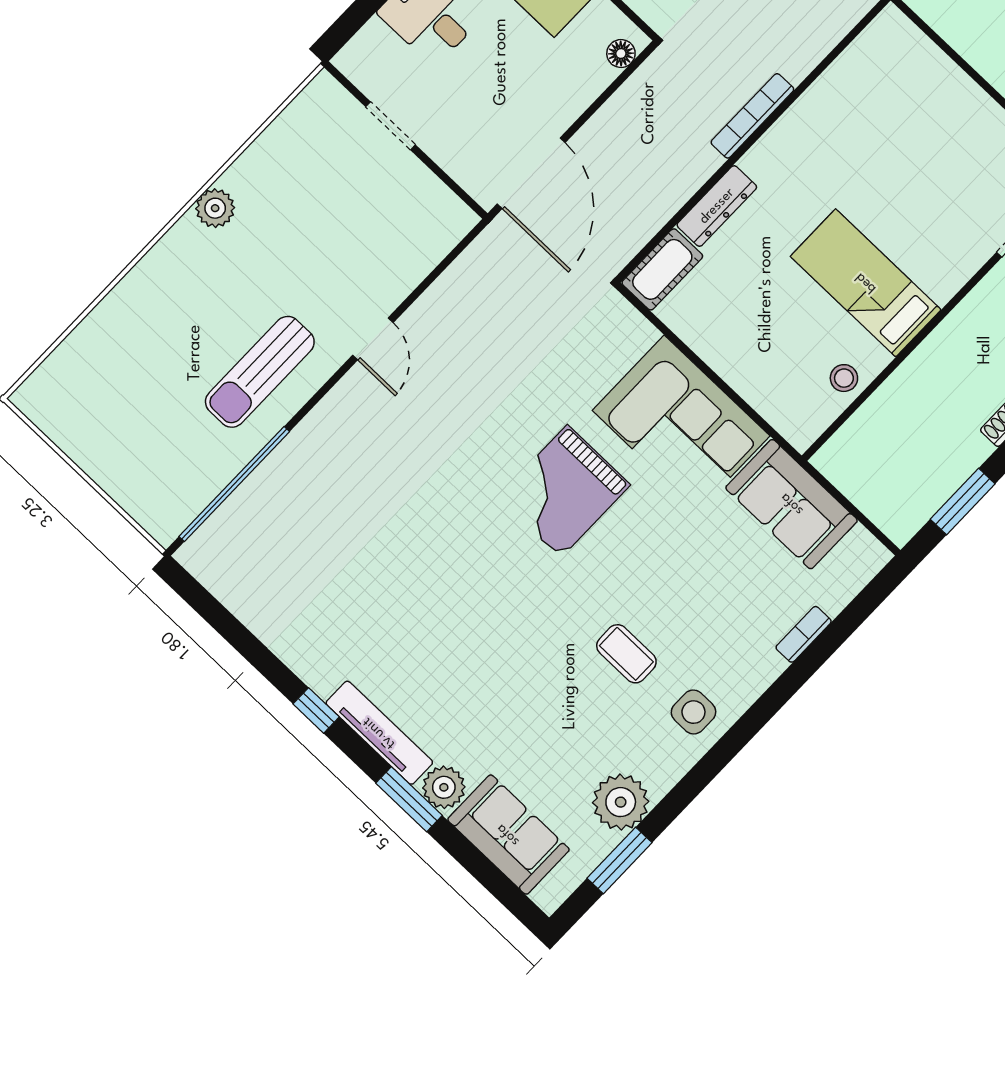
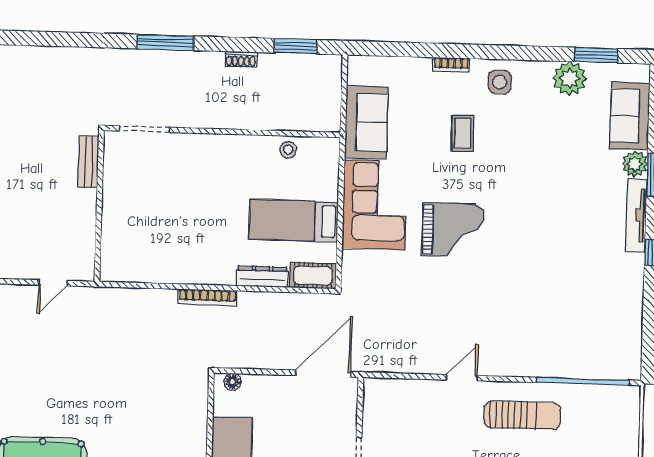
bed: (866, 283) -> (294, 221), moved, turned 90
bookcase: (804, 634) -> (451, 65), moved
coffee table: (626, 654) -> (463, 133), moved

